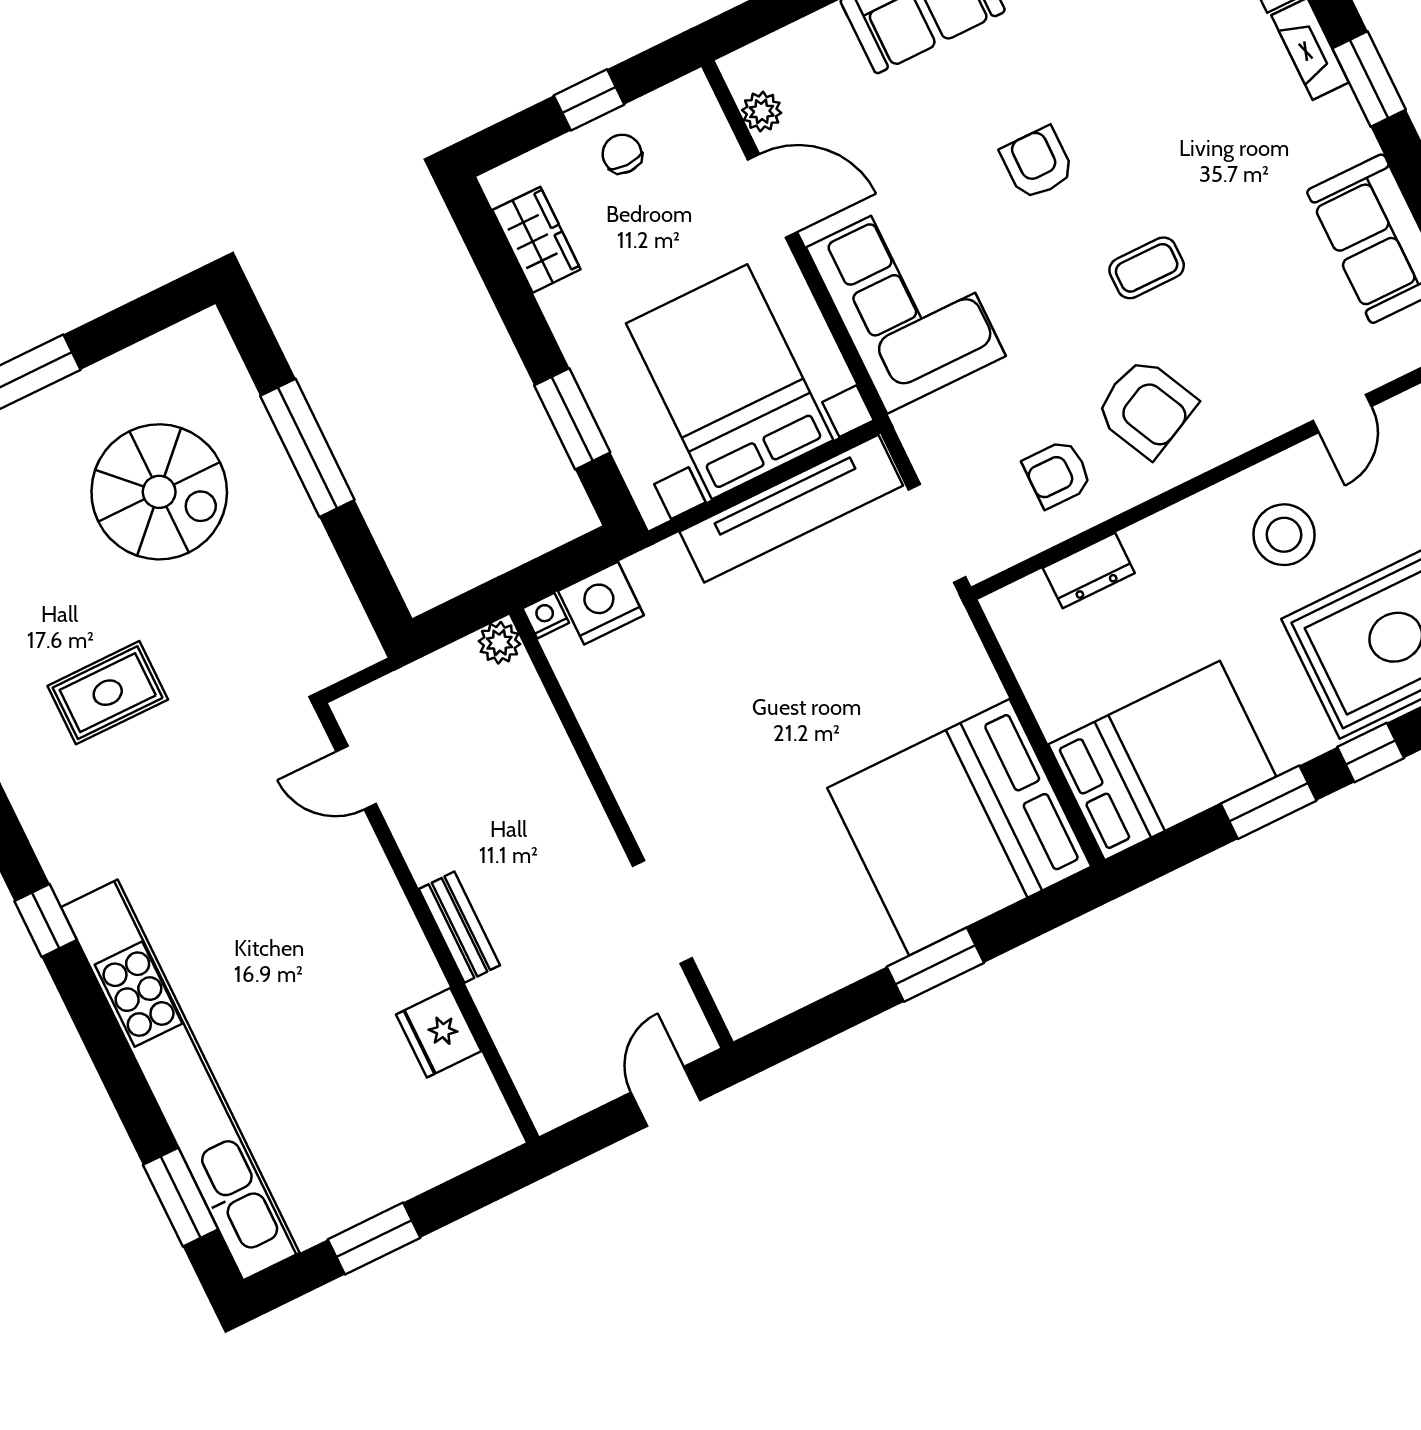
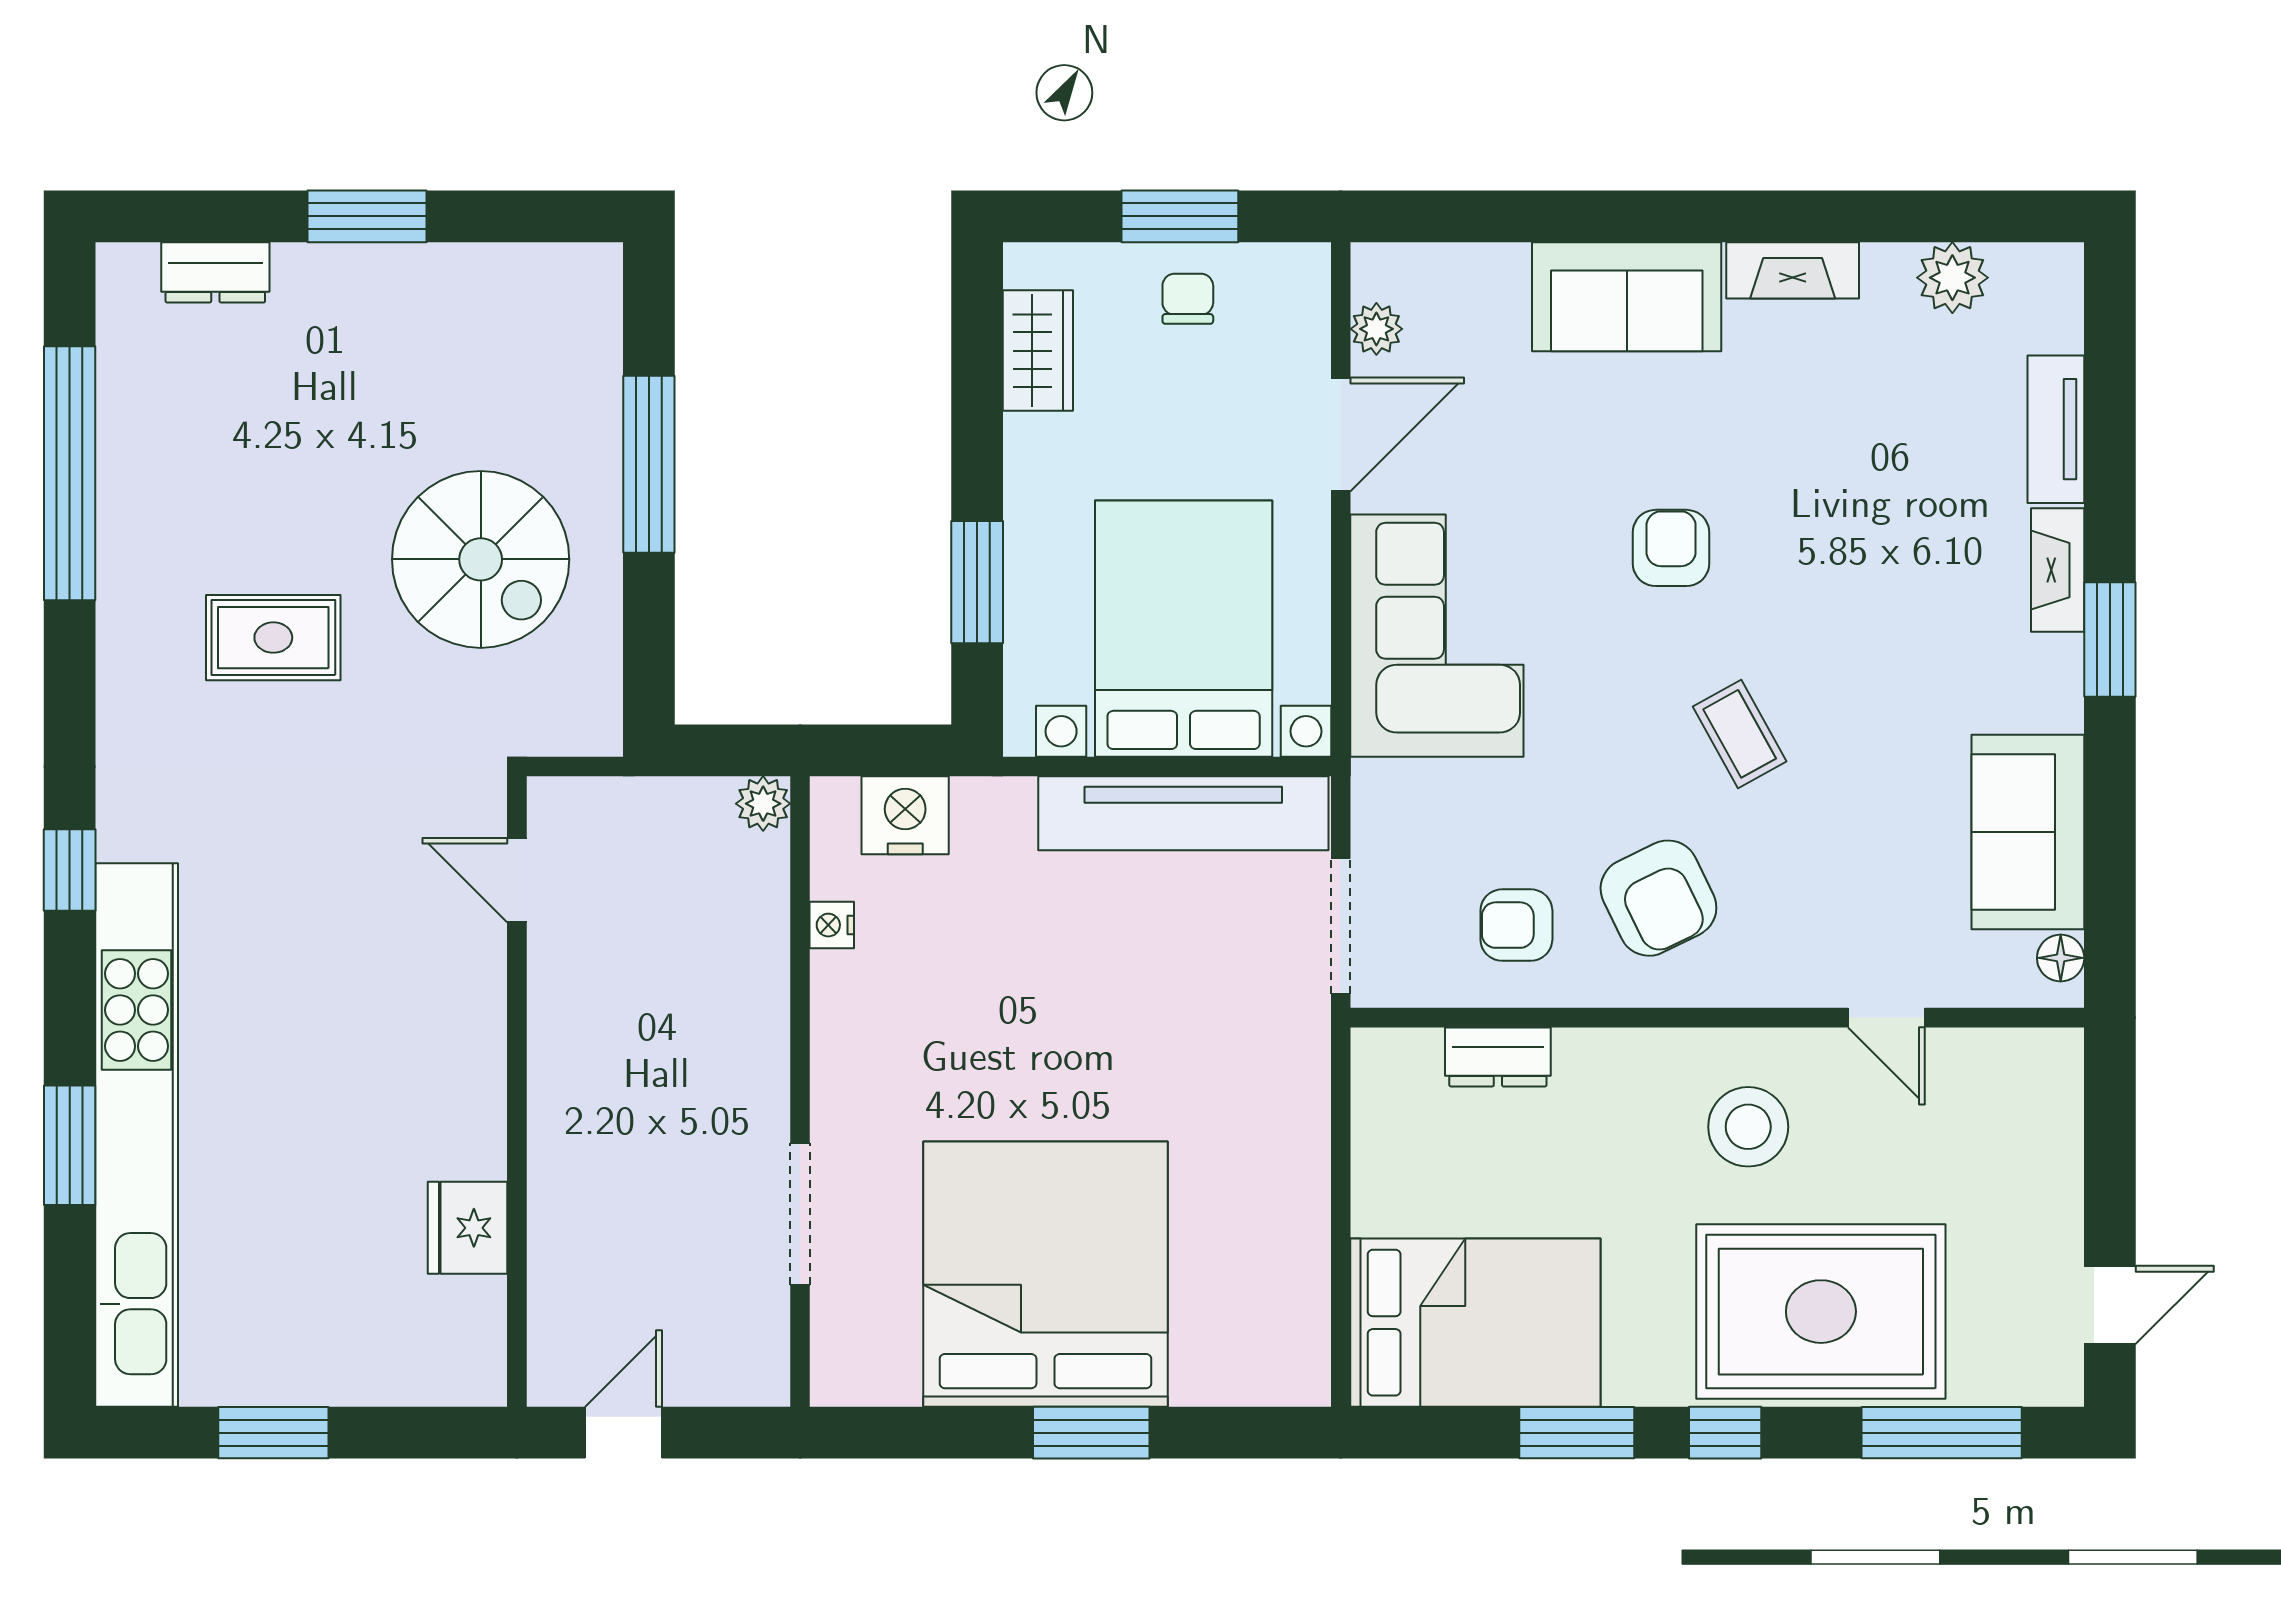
window: (589, 100) -> (1180, 216), width x1.50
door: (772, 196) -> (1341, 434), hinge flipped
coffee table: (1147, 268) -> (1740, 734), turned 61
door: (1342, 413) -> (1886, 1018), hinge flipped
spiral stairs: (159, 492) -> (481, 559), moved
nightstand: (546, 616) -> (832, 925), moved, turned -90
bed: (959, 827) -> (1045, 1274), moved, turned 90
bench: (459, 927) -> (553, 1115), removed
door: (665, 1096) -> (623, 1433), moved
window: (181, 1197) -> (70, 1145), moved

